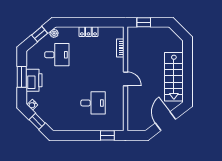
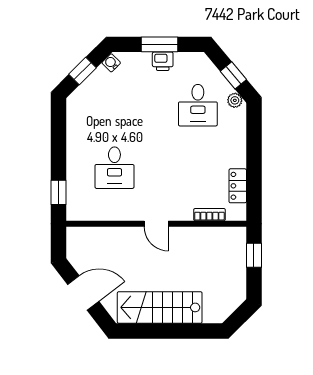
locker: (88, 32) -> (238, 186), moved
door: (125, 79) -> (156, 224), hinge flipped
printer: (34, 80) -> (163, 61), width x0.53, depth x0.68

